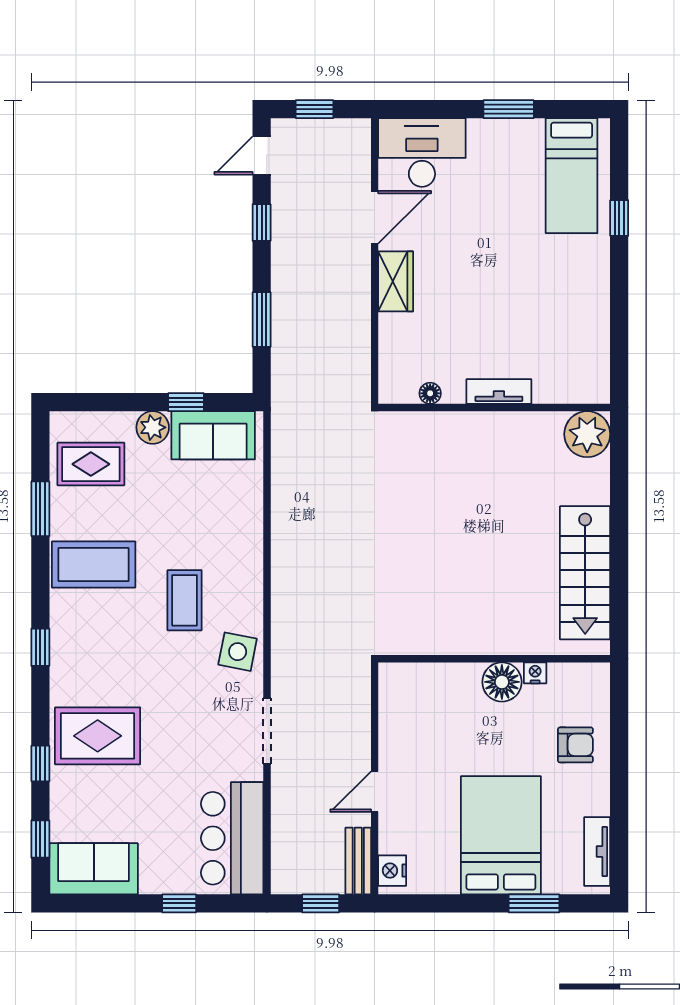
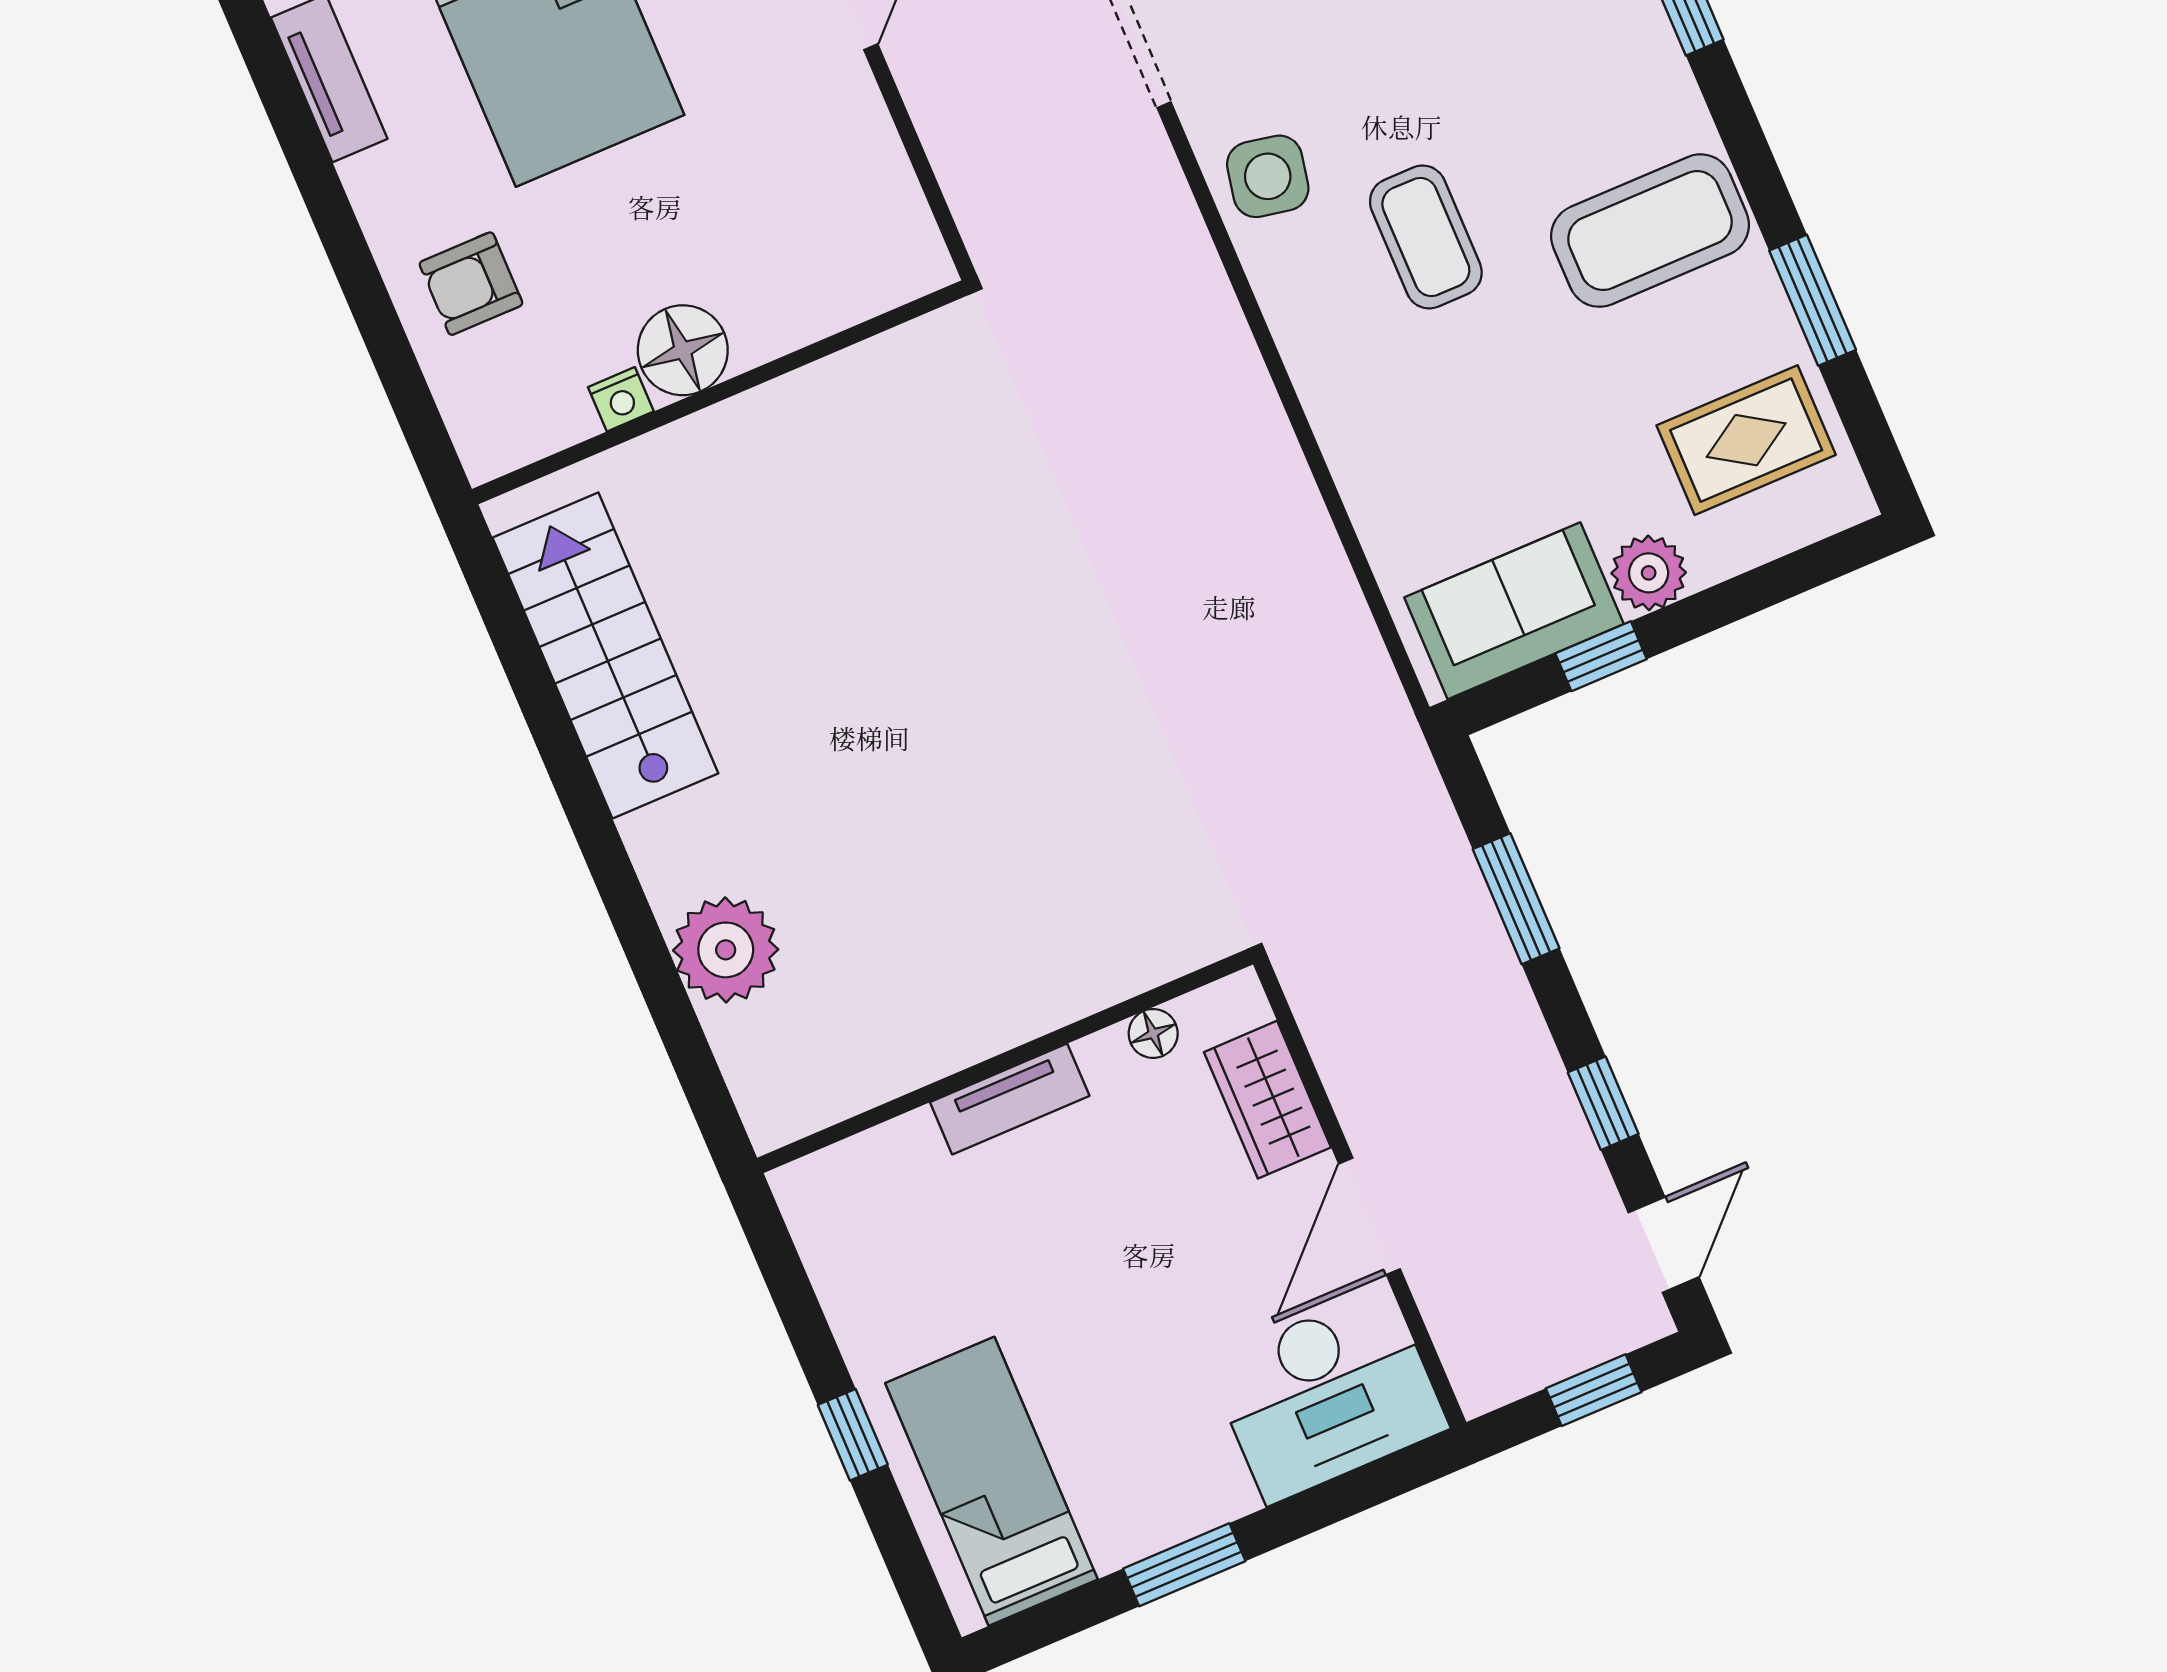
tv unit: (499, 392) -> (1010, 1099), moved
floor lamp: (430, 393) -> (1153, 1033), moved
wall: (494, 408) -> (1005, 1061), moved

